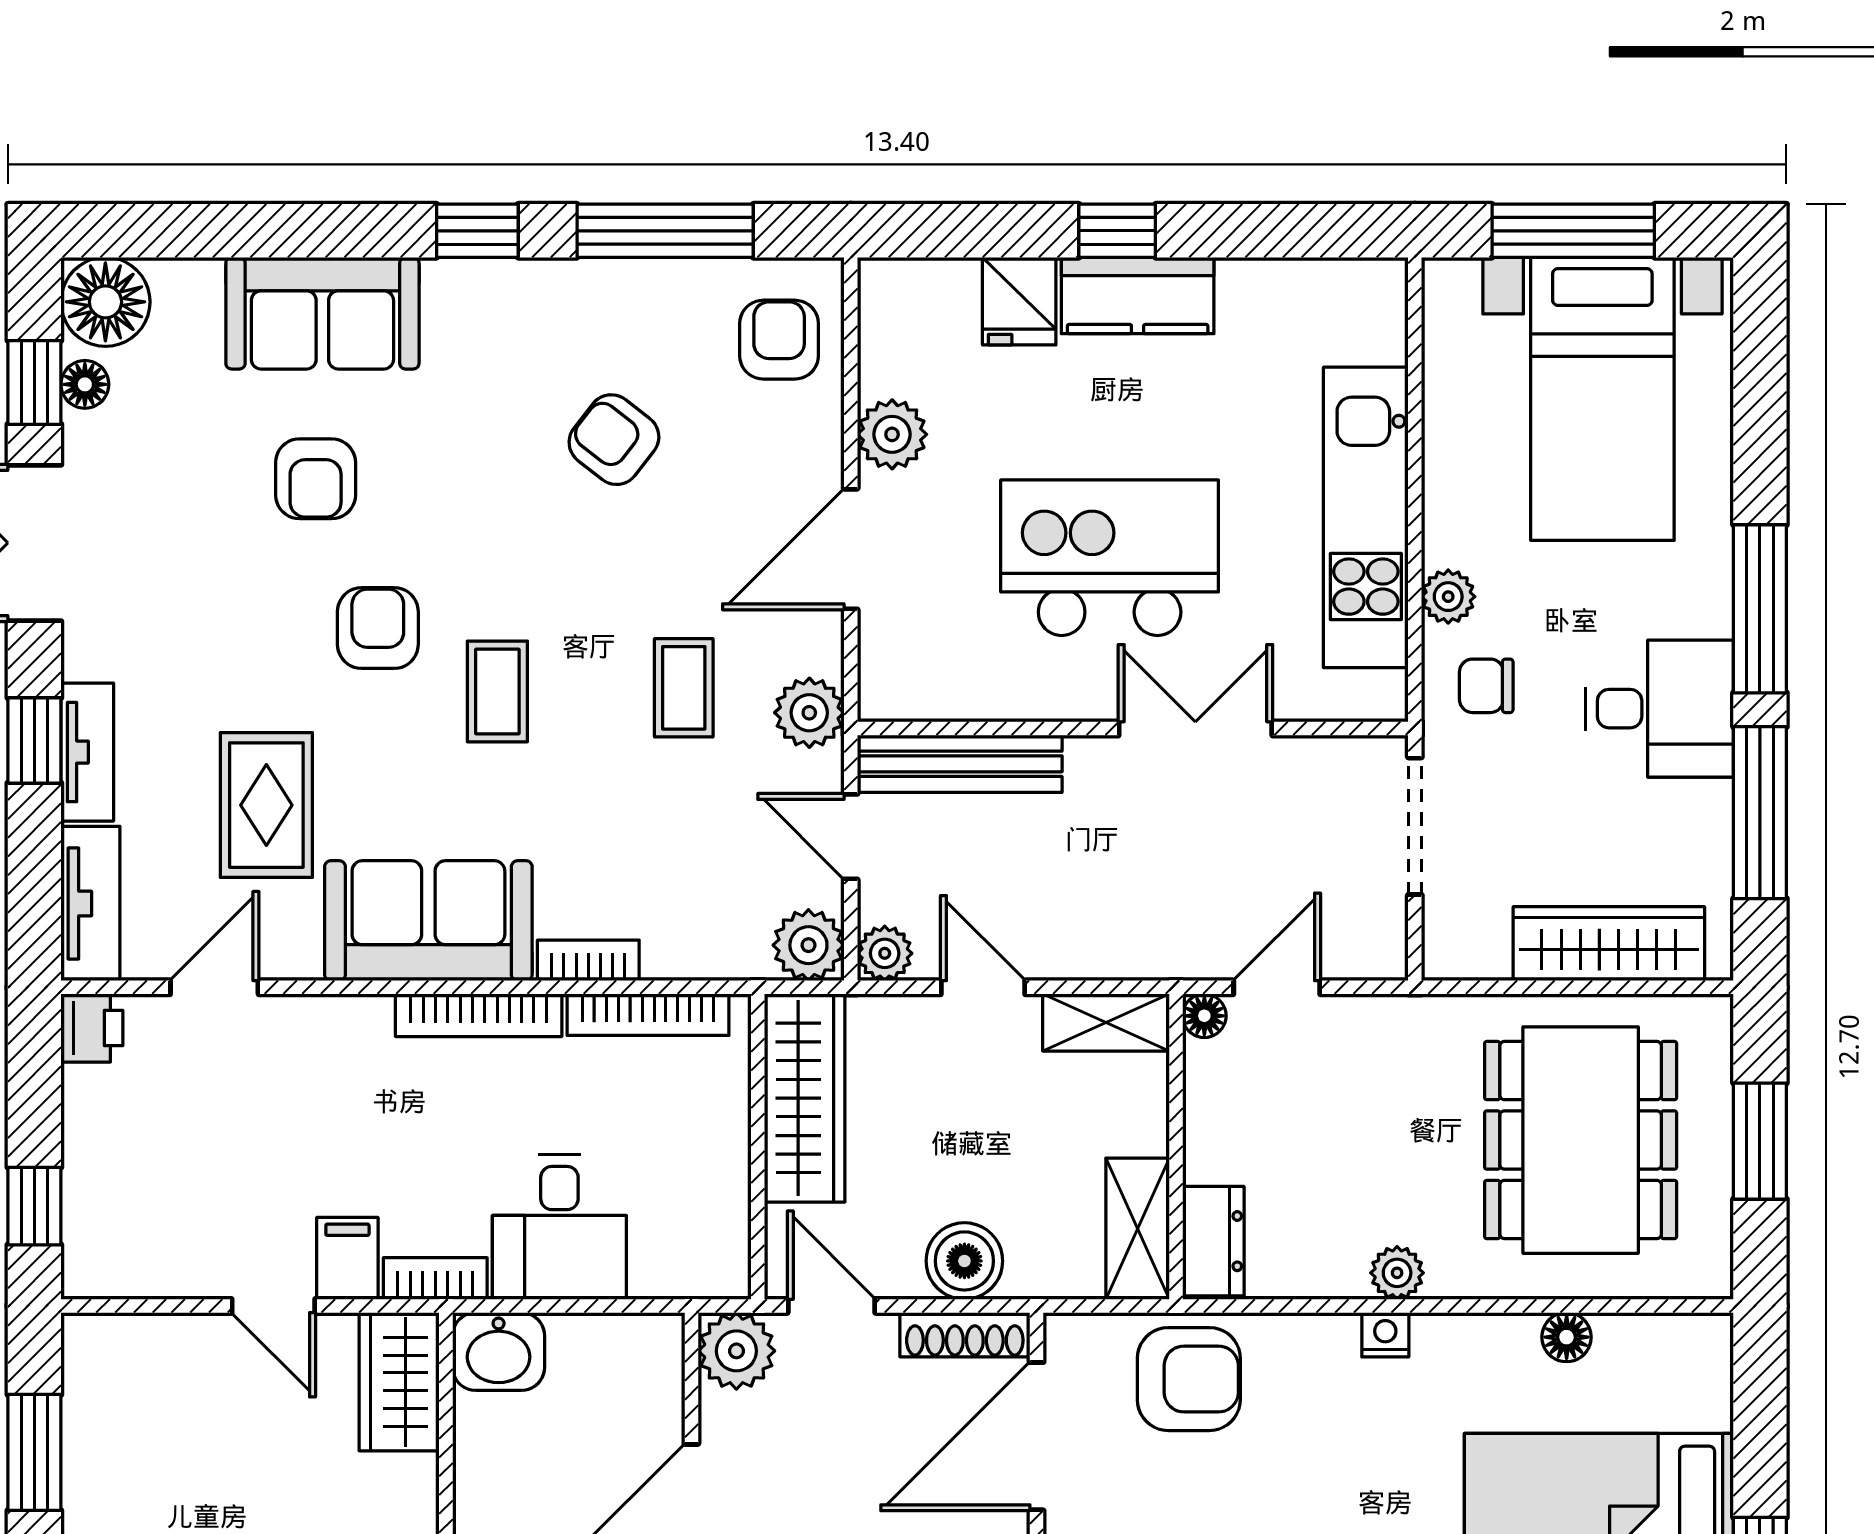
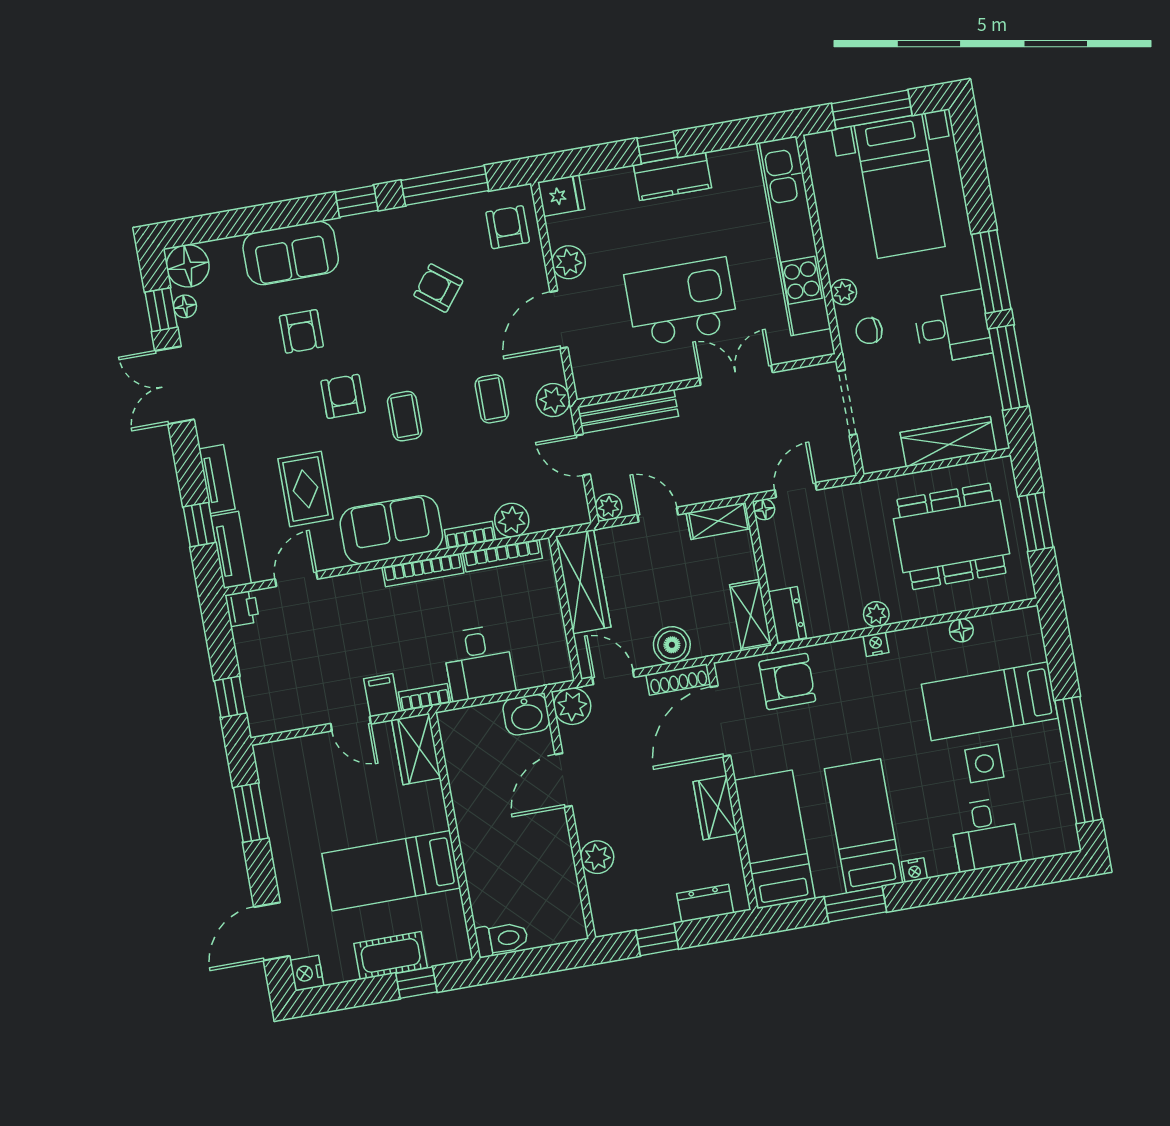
fridge: (1019, 301) -> (561, 196), moved, turned -90
kitchen unit: (1366, 517) -> (794, 236), width x1.36
window: (34, 740) -> (199, 525), moved
plant: (808, 945) -> (512, 520), moved
dining table: (1581, 1140) -> (951, 536), turned 90
washbasin: (499, 1352) -> (526, 715), moved

